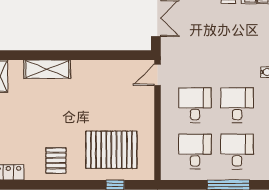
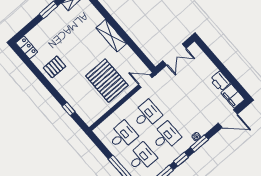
shelving: (47, 69) -> (111, 36), moved
pallet: (111, 150) -> (107, 81), moved

